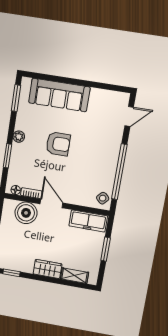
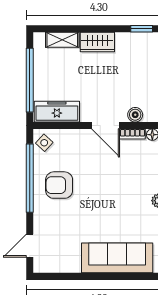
armchair: (58, 144) -> (59, 185), moved
boiler: (26, 213) -> (135, 115), width x0.54, depth x0.54
window: (106, 249) -> (30, 80), width x2.11

